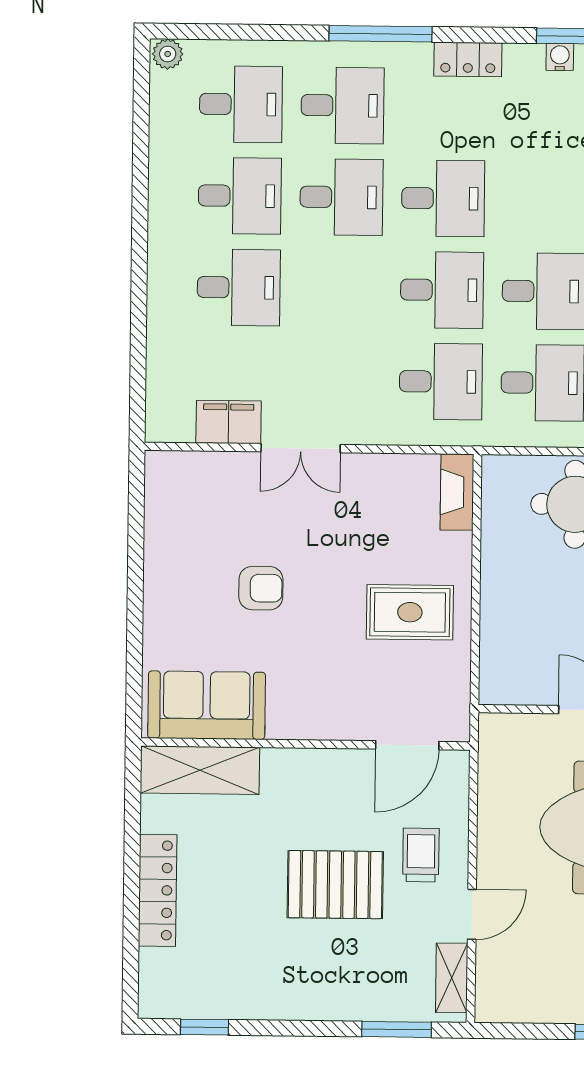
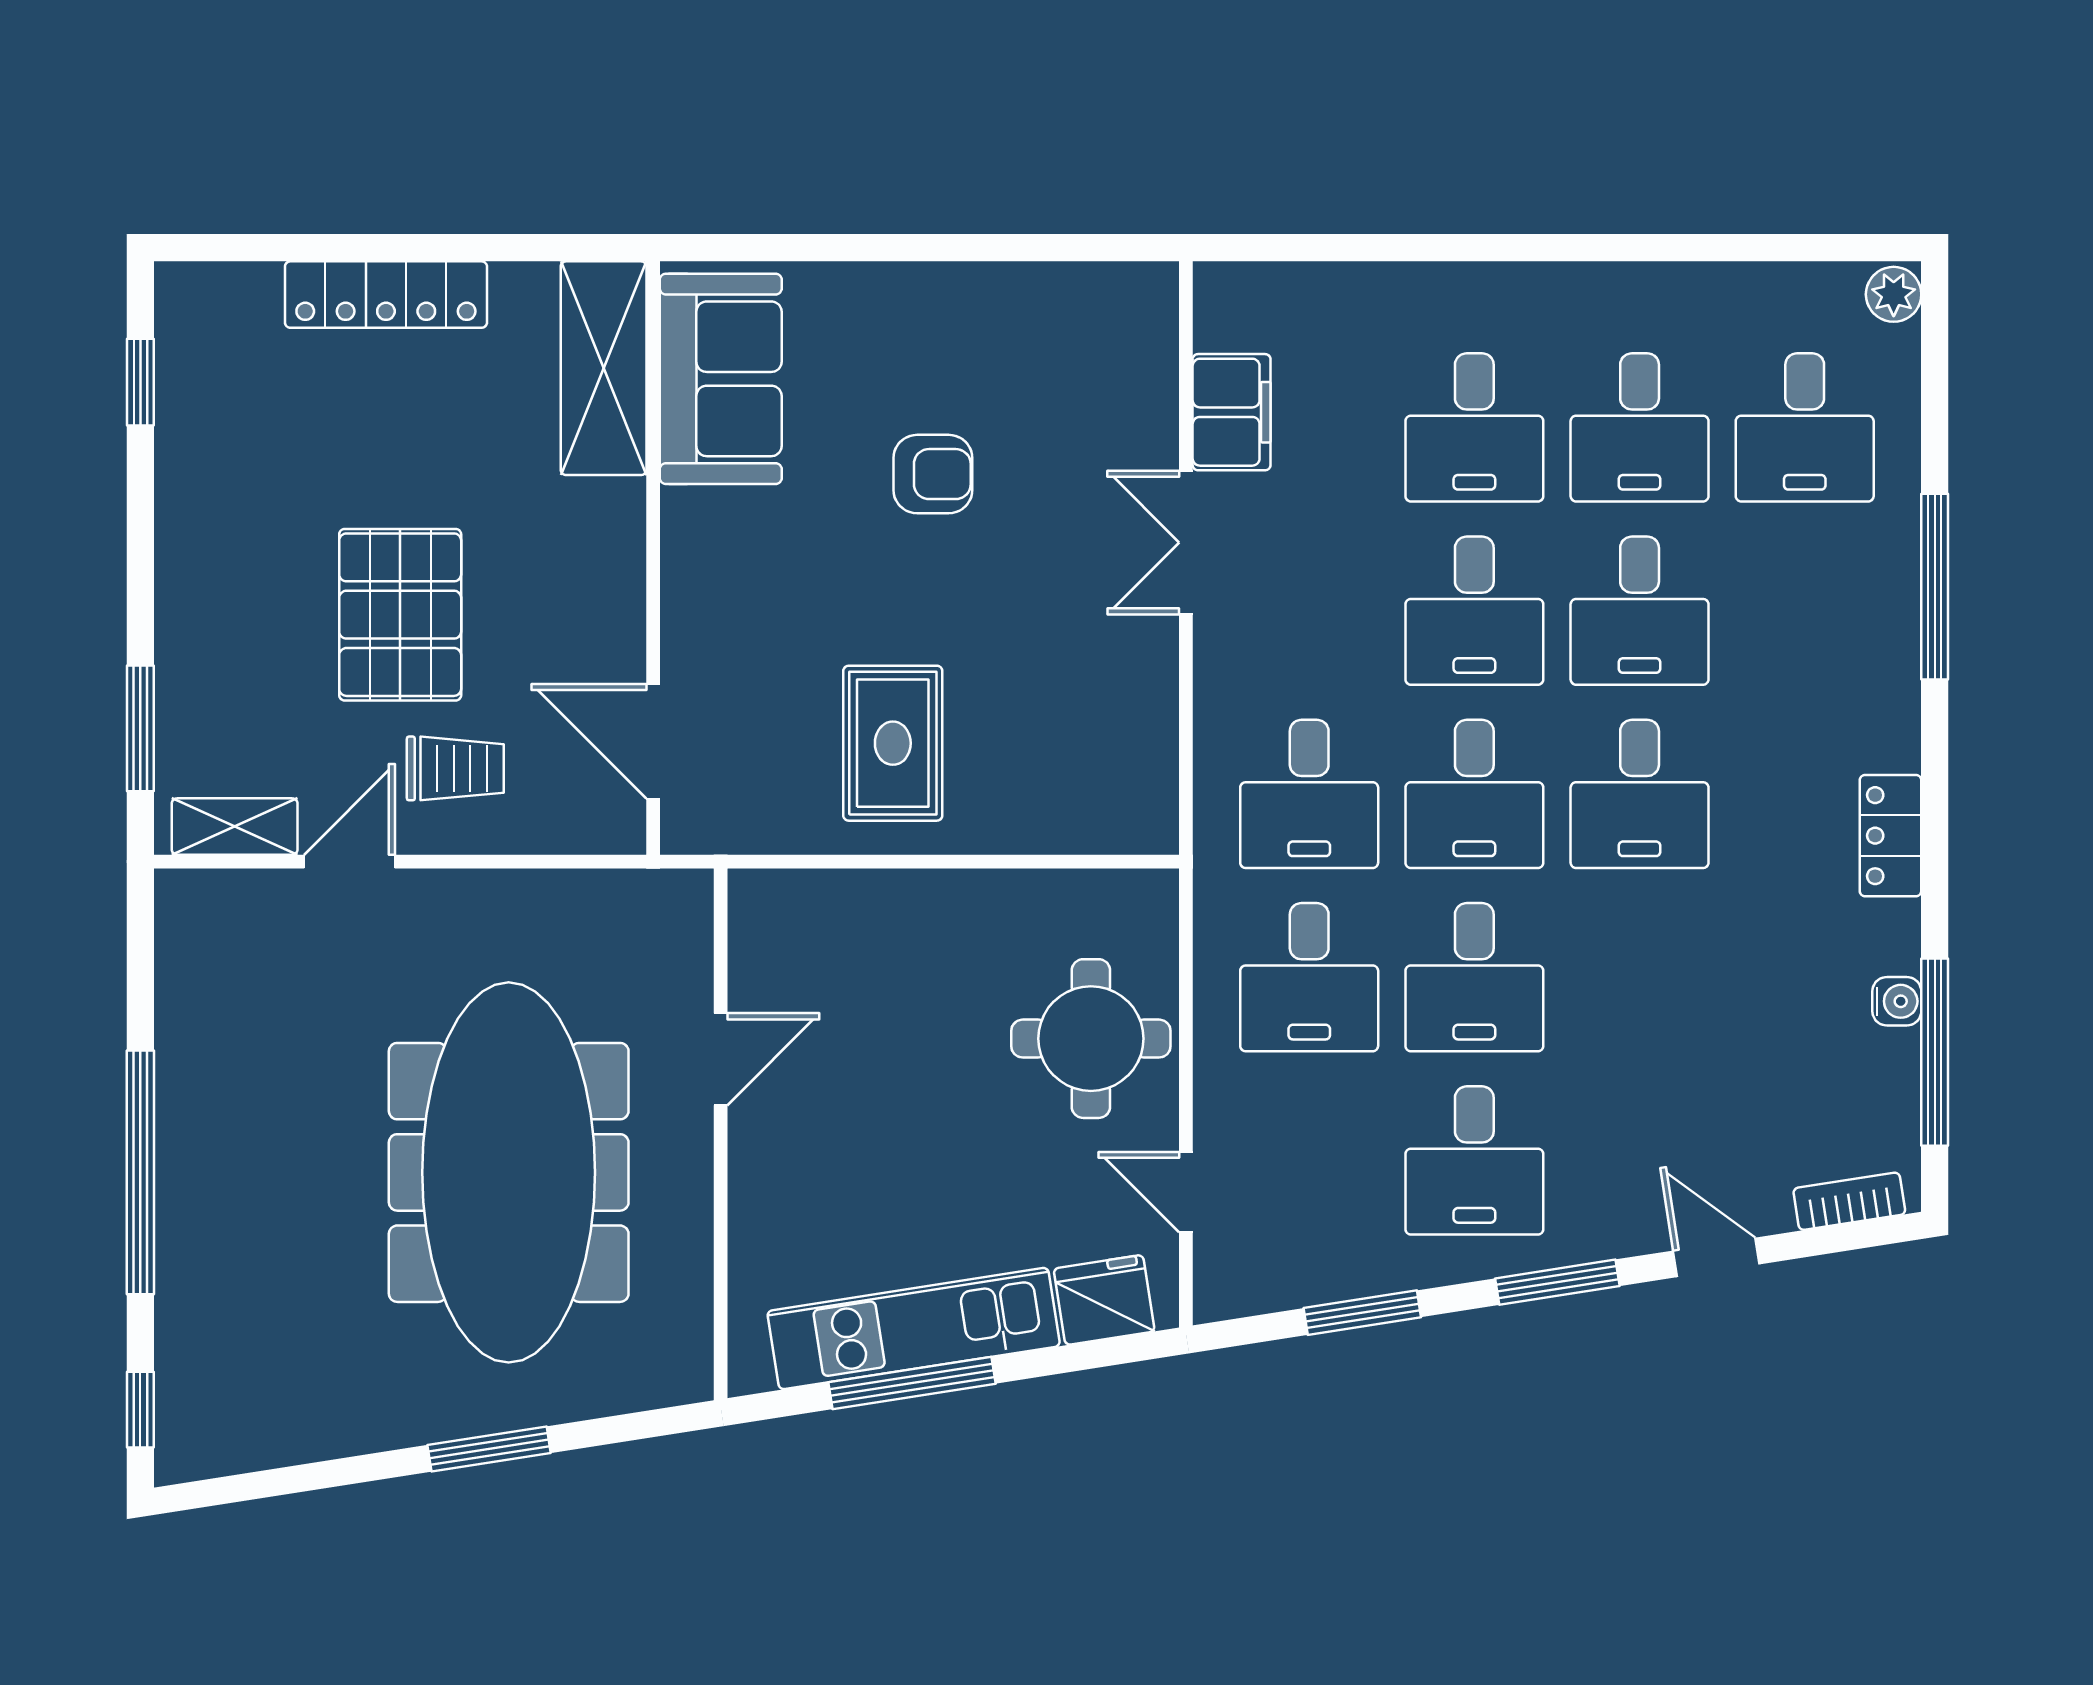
window: (381, 34) -> (1935, 587), moved
desk: (343, 105) -> (1474, 611), moved
fireplace: (457, 492) -> (1110, 825), removed
armchair: (261, 588) -> (933, 474), turned -90
door: (472, 914) -> (350, 862), swing flipped

